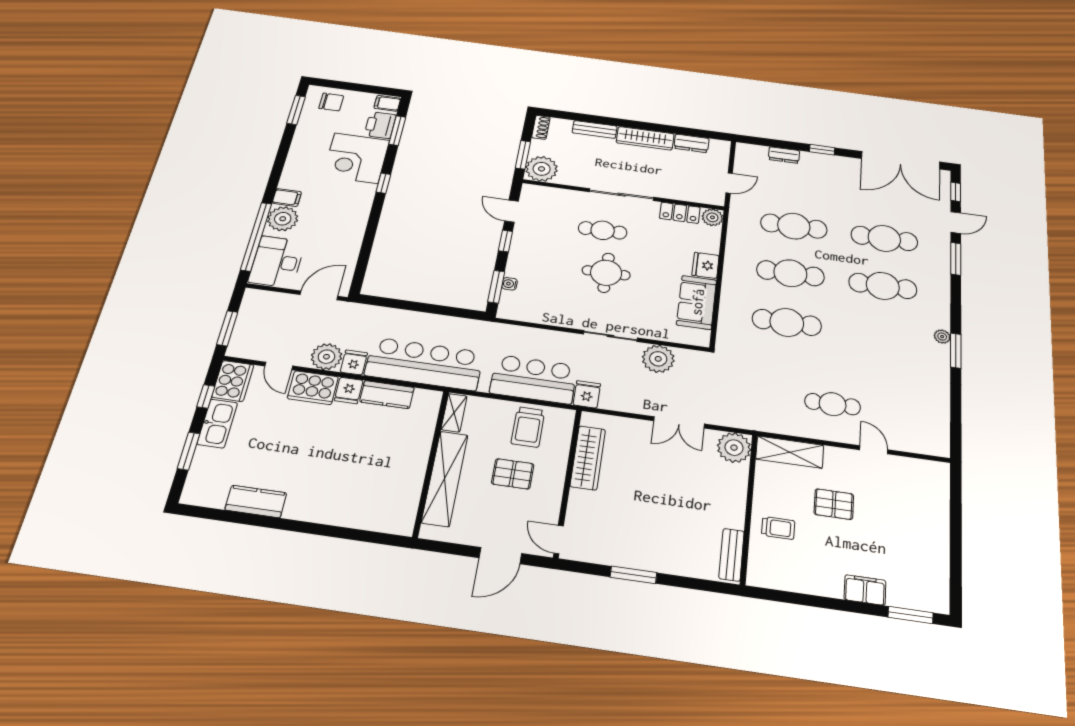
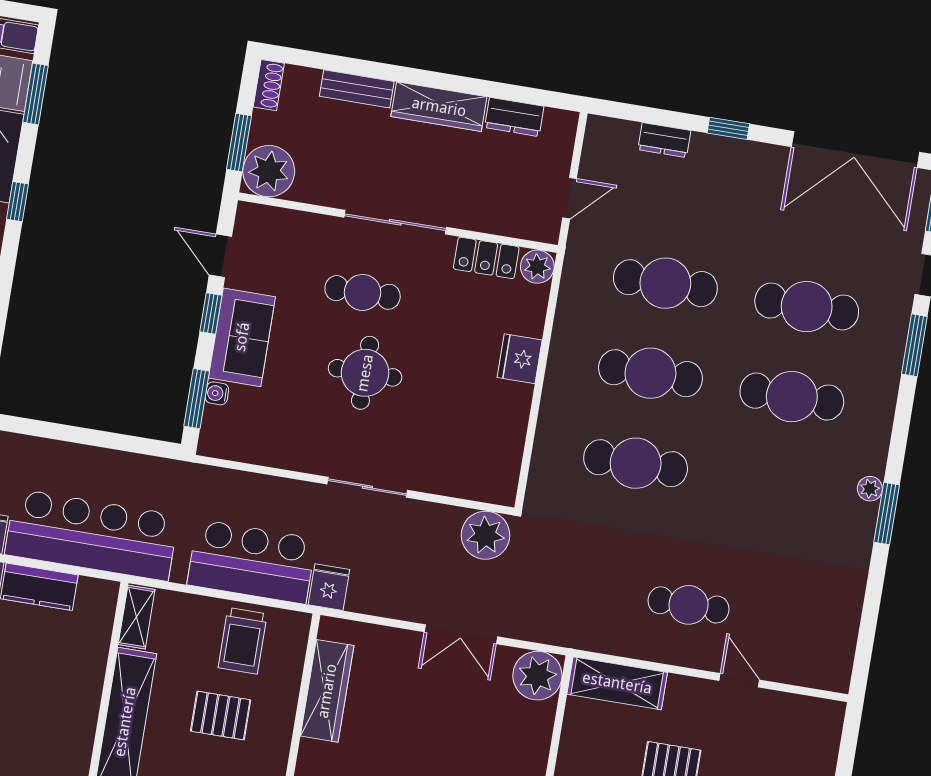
sofa: (697, 302) -> (242, 337), moved, turned 180
plant: (658, 359) -> (485, 535), moved

